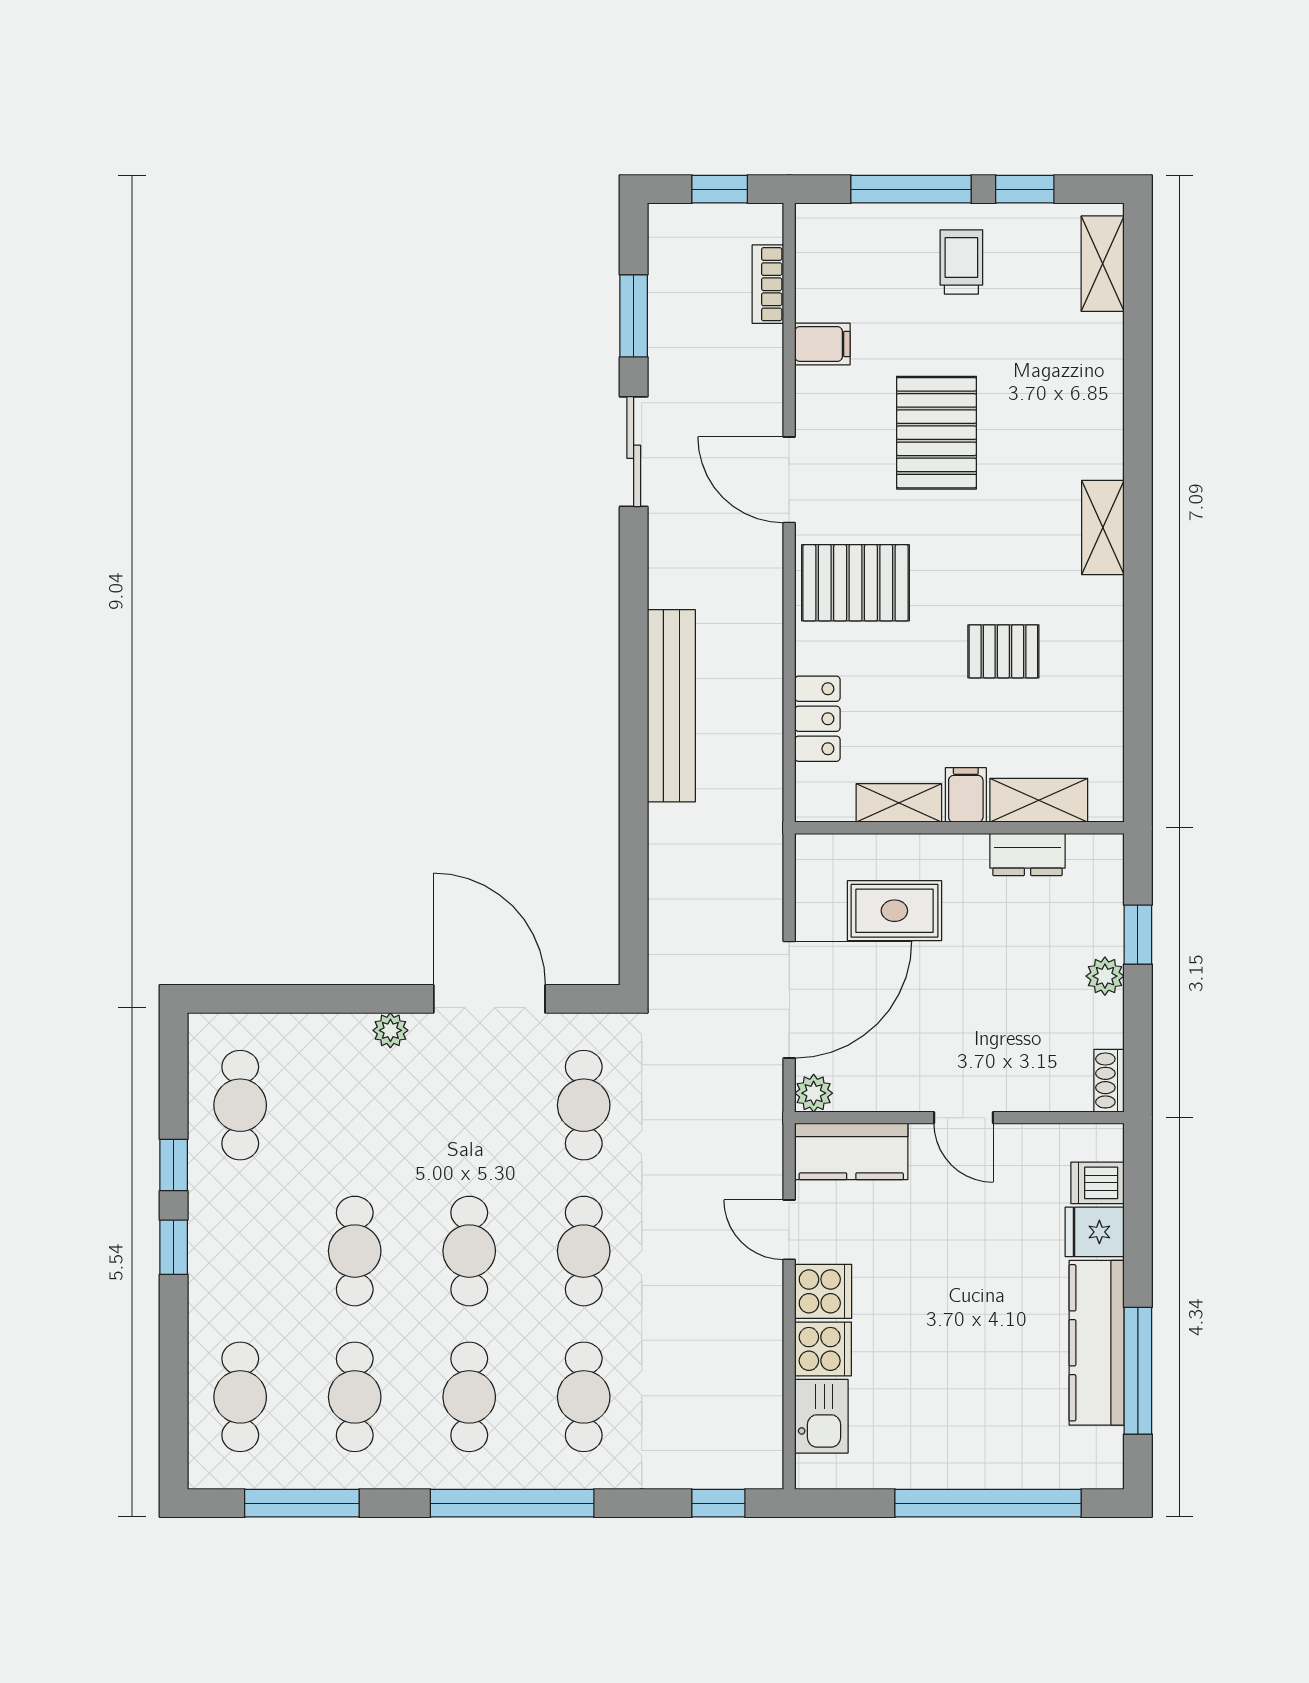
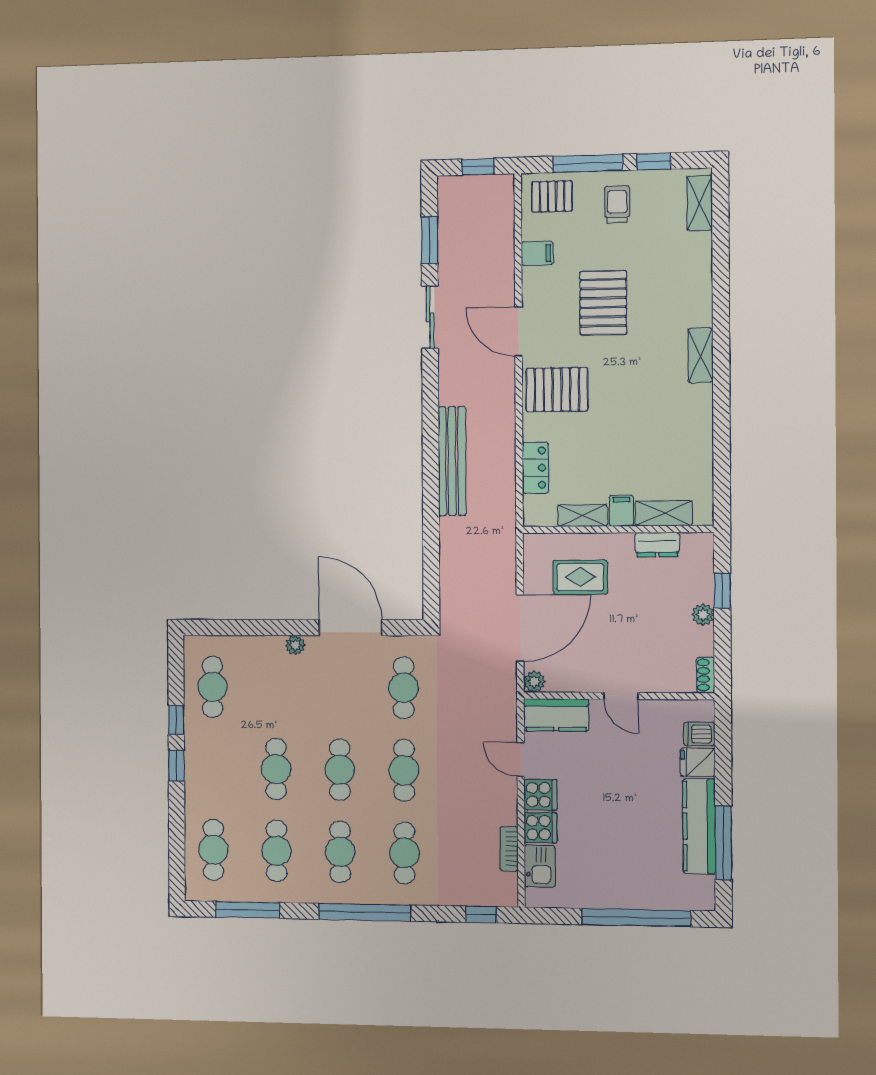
bookcase: (768, 284) -> (509, 849), moved
pallet: (1003, 651) -> (552, 196), moved

